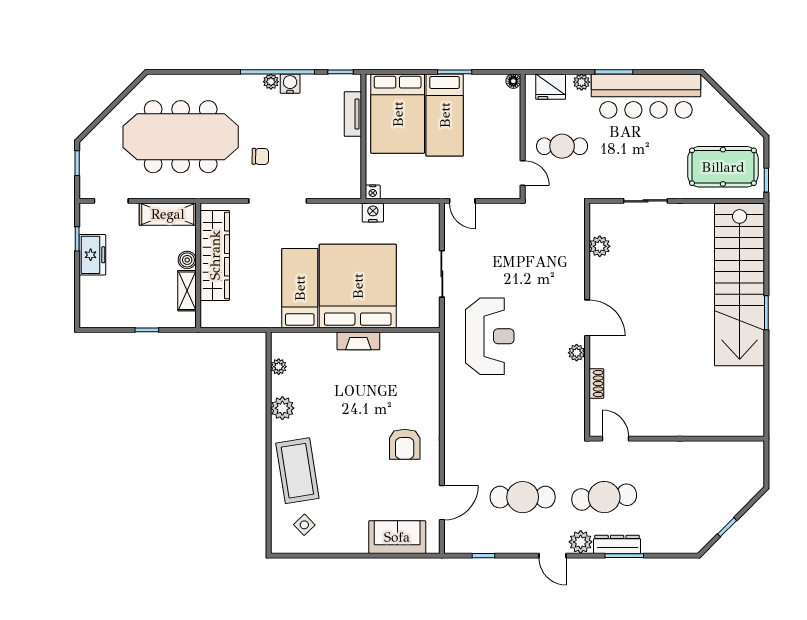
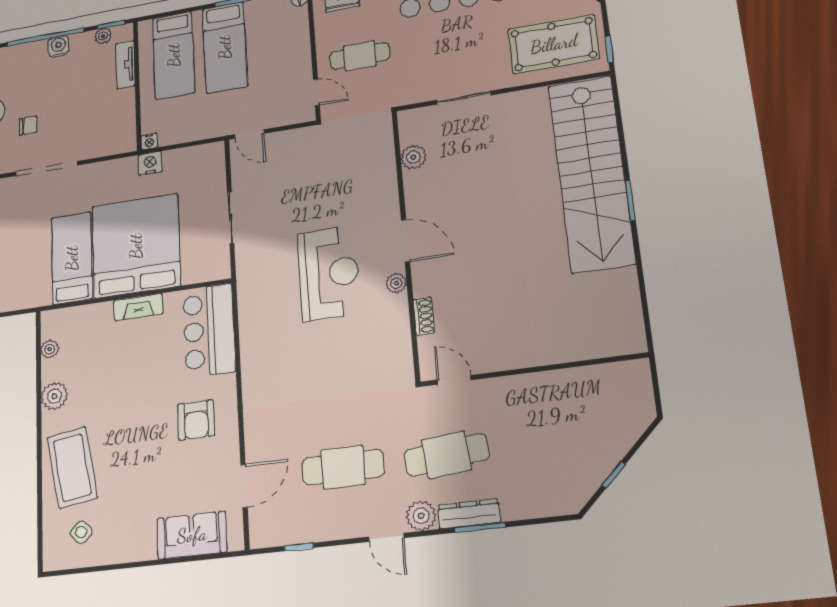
plant: (271, 82) -> (103, 36), moved
bed: (398, 114) -> (174, 55), width x0.67
reception desk: (490, 336) -> (329, 273), moved
bar counter: (419, 370) -> (209, 330), added

